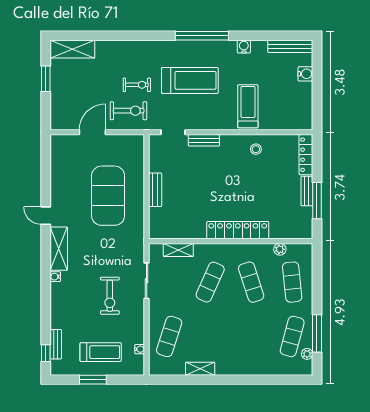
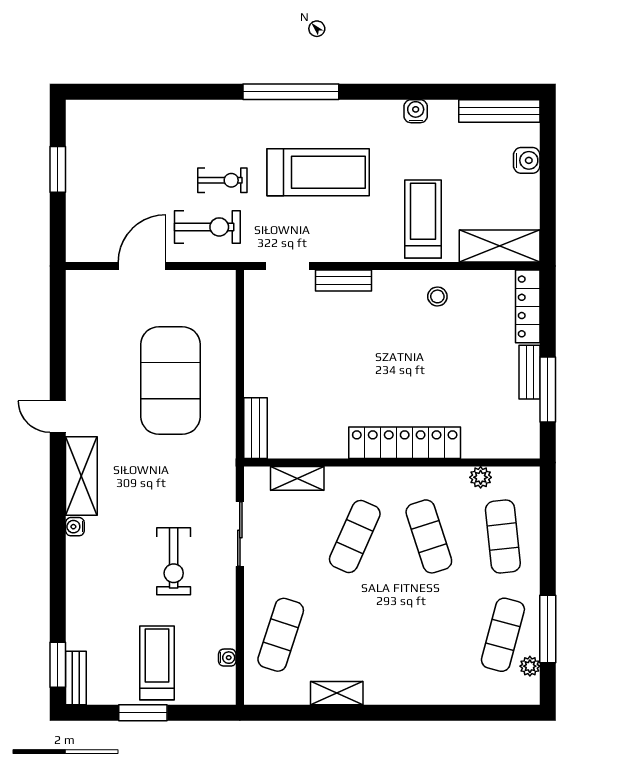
window: (202, 36) -> (291, 92), moved
shelving: (72, 49) -> (500, 246), moved
bench: (155, 190) -> (255, 428), moved
bench: (56, 344) -> (76, 678), moved
treadmill: (101, 352) -> (157, 663), turned -90
window: (46, 353) -> (58, 665), width x1.50

